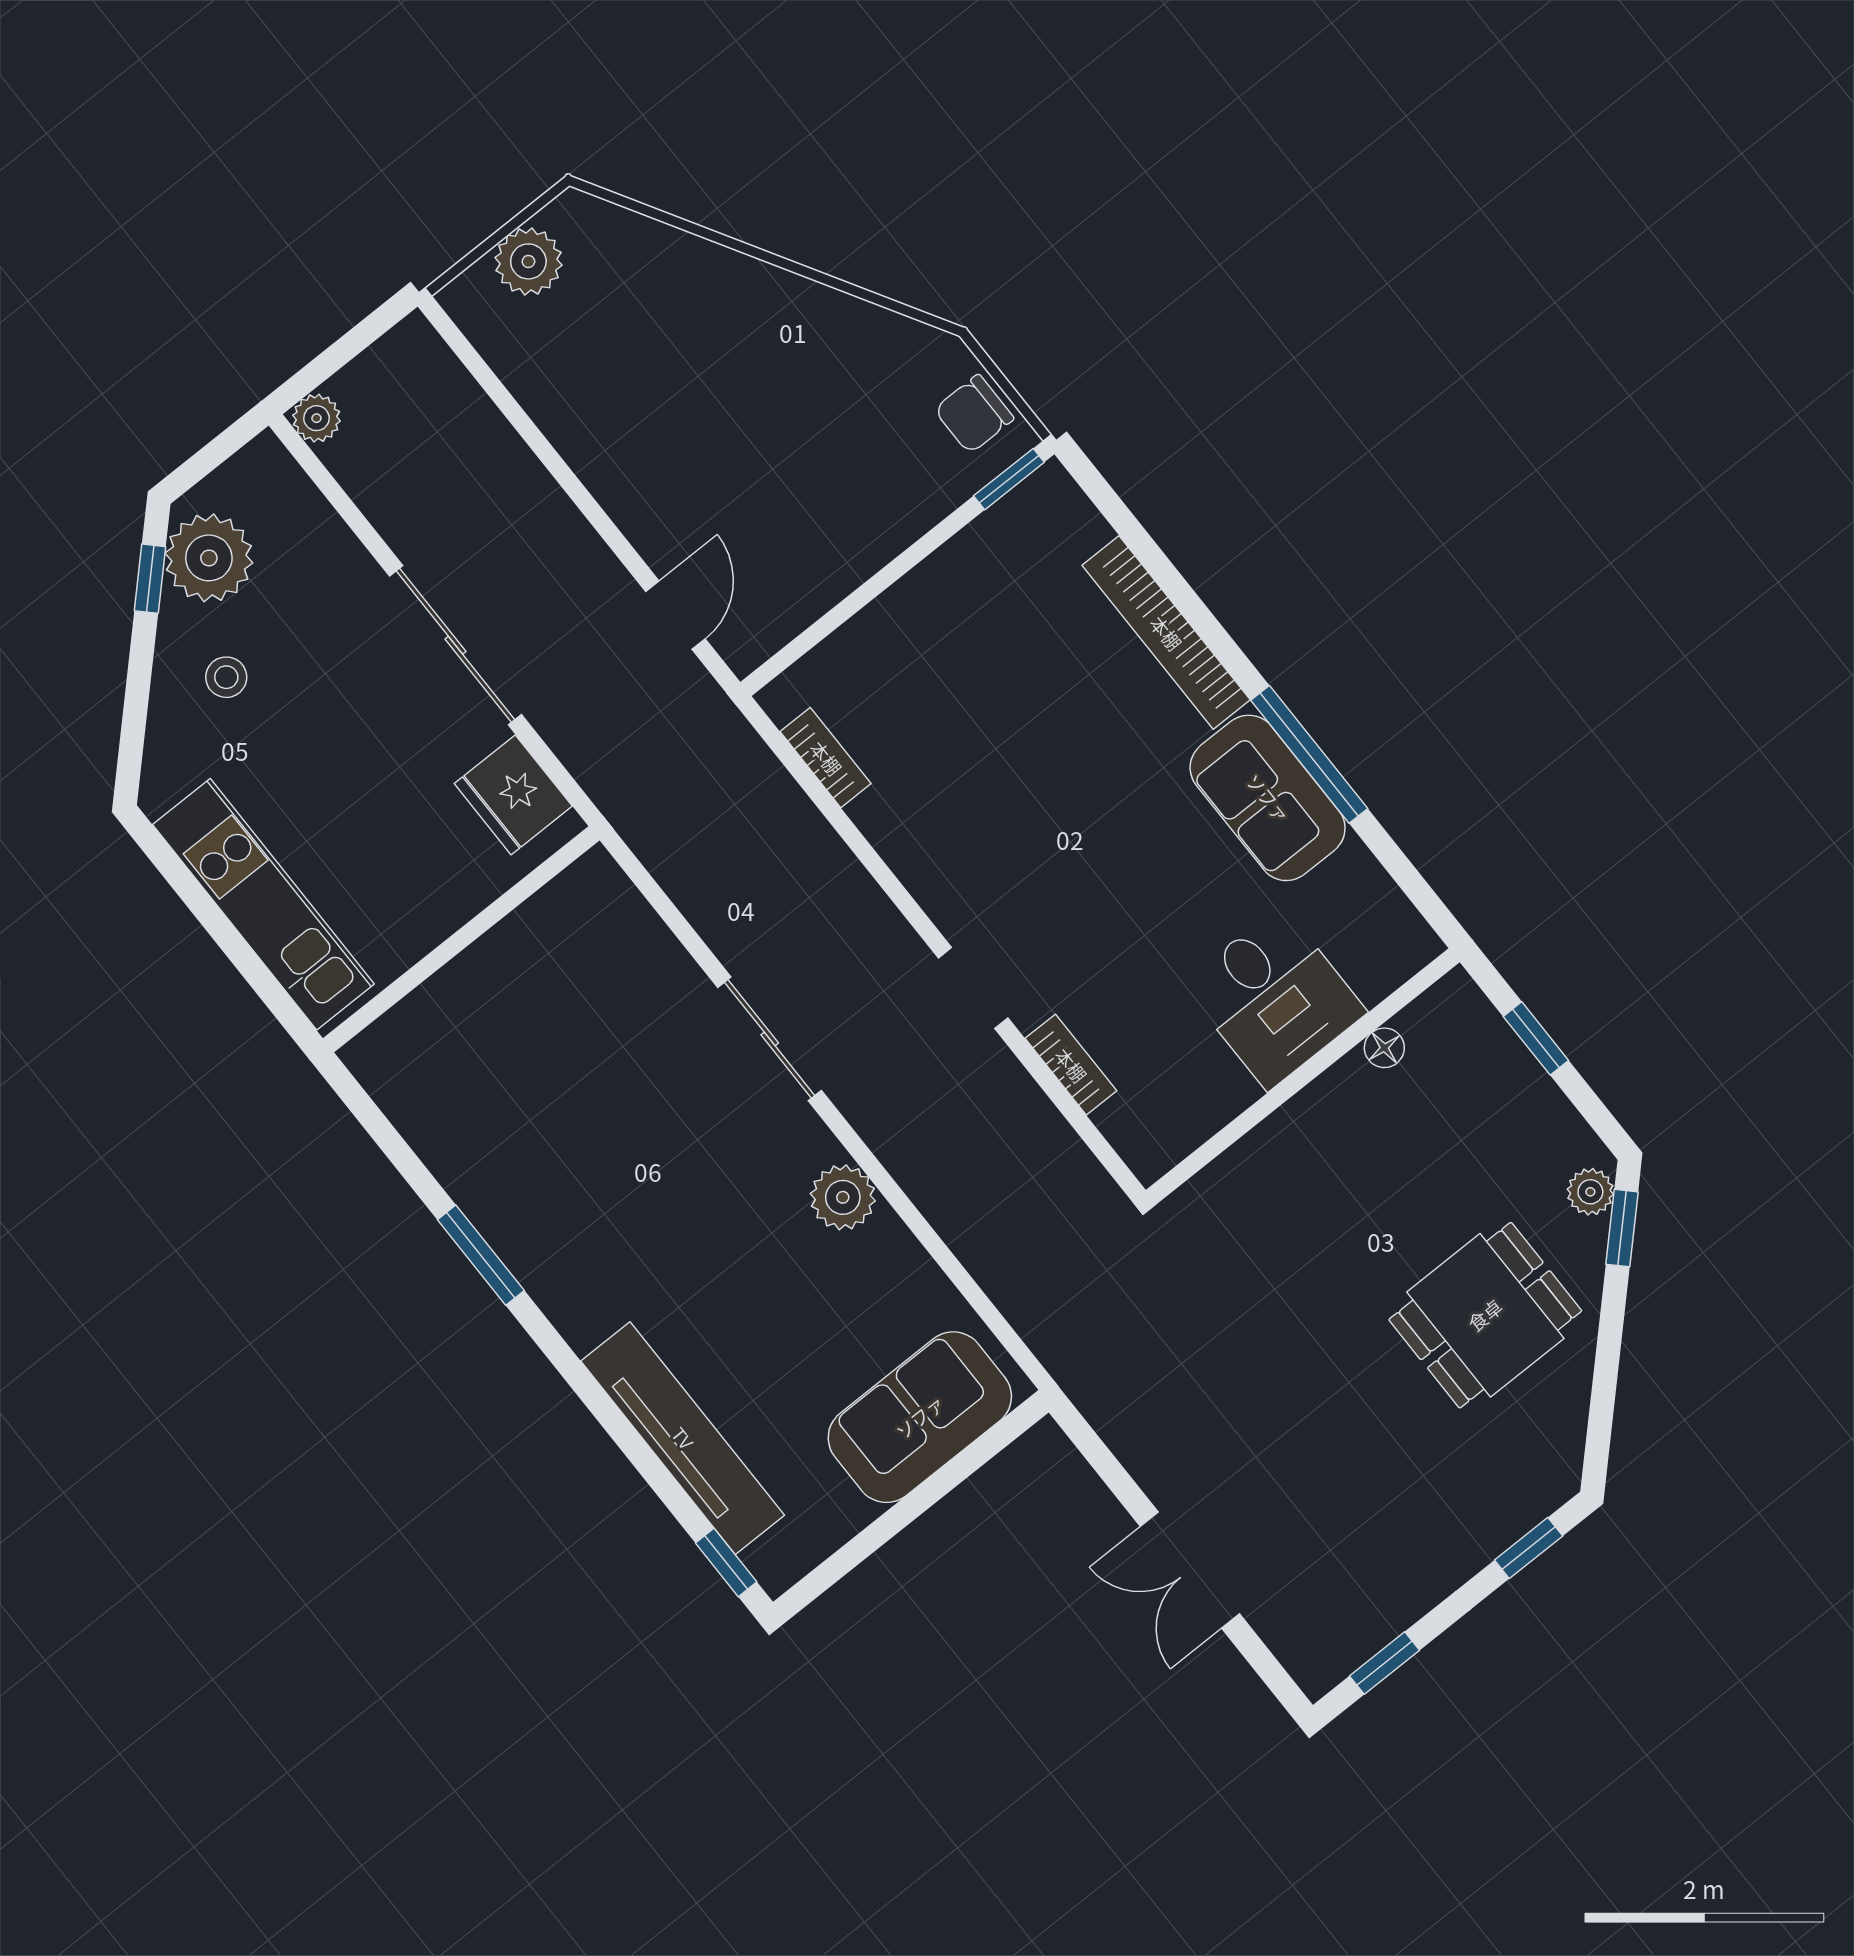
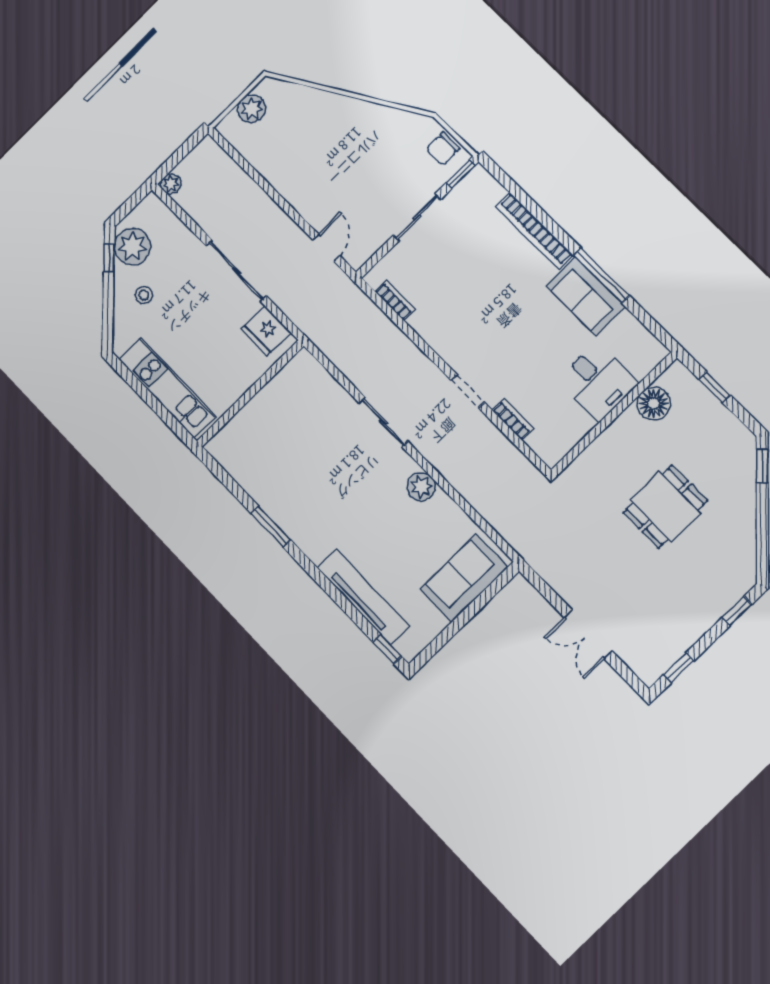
sliding door: (897, 569) -> (417, 217), added
floor lamp: (1384, 1048) -> (654, 404), width x1.89, depth x1.89
plant: (1590, 1192) -> (746, 451), removed
dining table: (1485, 1315) -> (665, 507), moved

